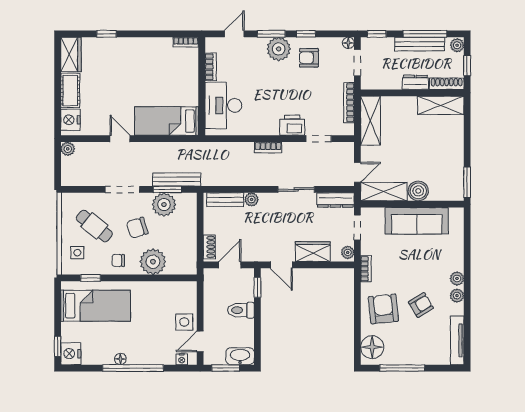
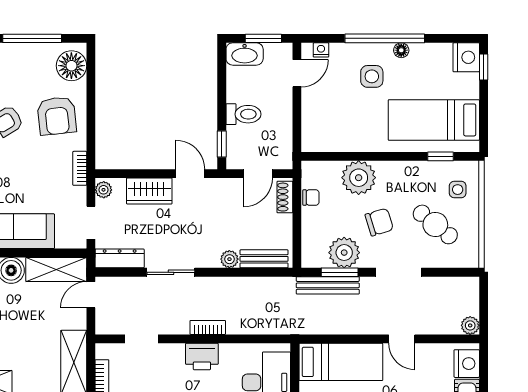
printer: (292, 125) -> (202, 356), moved
chair: (118, 260) -> (311, 198), moved
side table: (184, 322) -> (372, 76), moved

